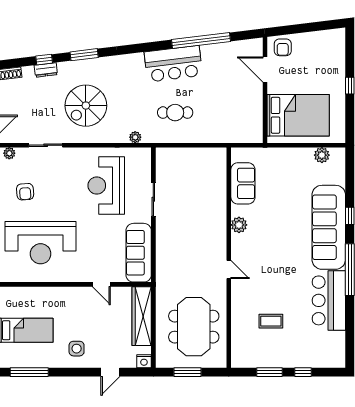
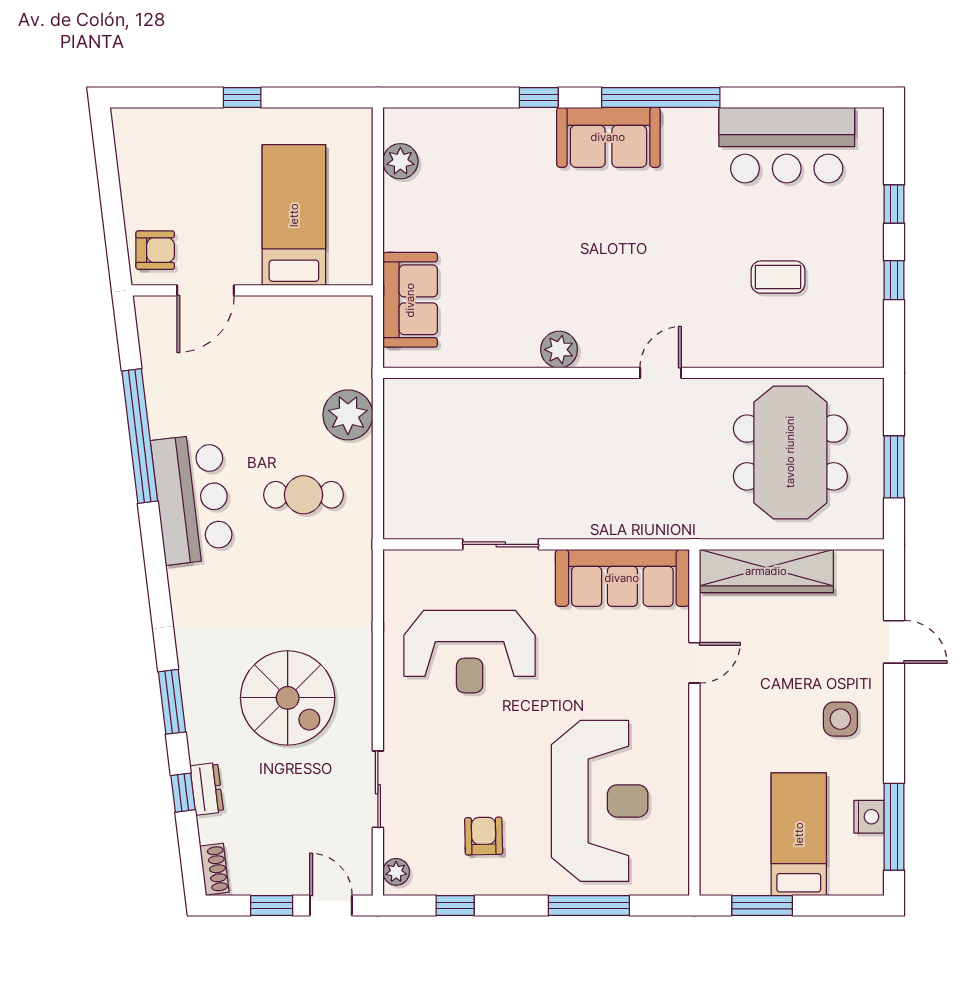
cafe table: (175, 113) -> (304, 495), turned 90
bed: (298, 115) -> (294, 215), width x0.67
plant: (135, 137) -> (348, 415), moved, width x1.88, depth x1.88
sofa: (243, 183) -> (410, 300), moved, turned 90
armchair: (25, 192) -> (484, 836), turned -87
sofa: (329, 227) -> (608, 137), width x0.54, depth x0.79
bar counter: (329, 300) -> (787, 145), moved
coffee table: (271, 321) -> (778, 277), turned 90
meeting table: (194, 327) -> (790, 452), turned 90
nightstand: (144, 361) -> (869, 817), moved
window: (270, 372) -> (894, 280), width x0.67

